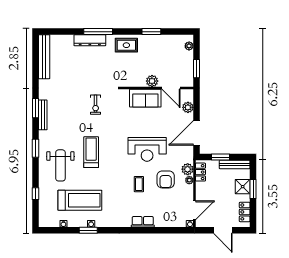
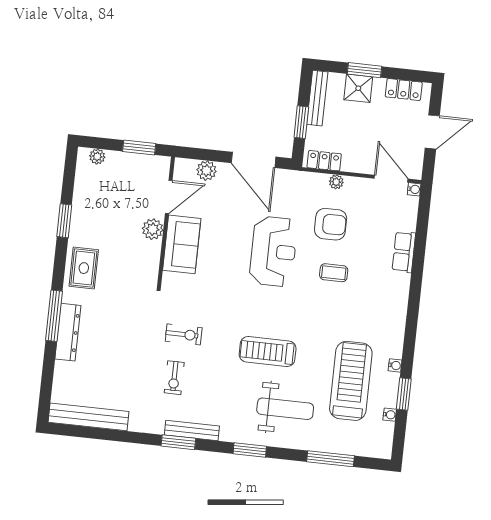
exercise bike: (71, 102) -> (174, 378), added
plant: (188, 169) -> (317, 183), removed
window: (35, 194) -> (330, 459), width x2.17
row of seats: (143, 222) -> (404, 252), moved
window: (88, 230) -> (404, 394), moved

